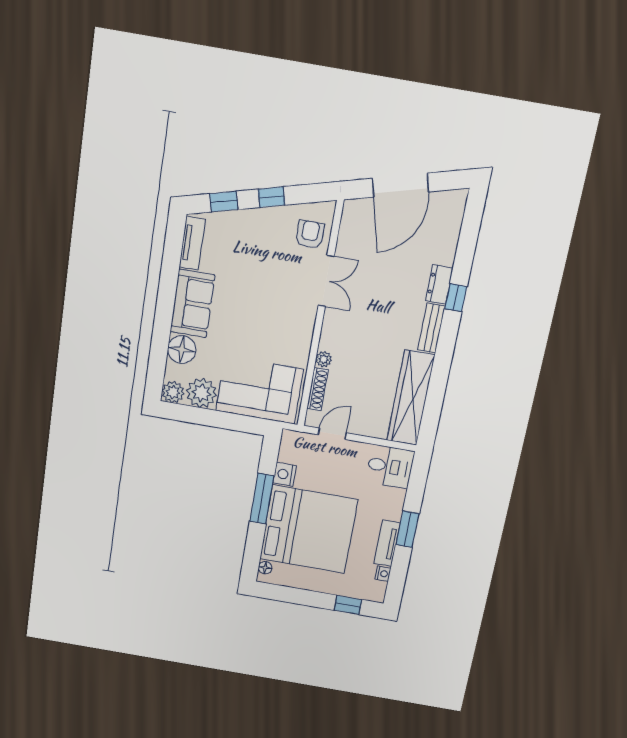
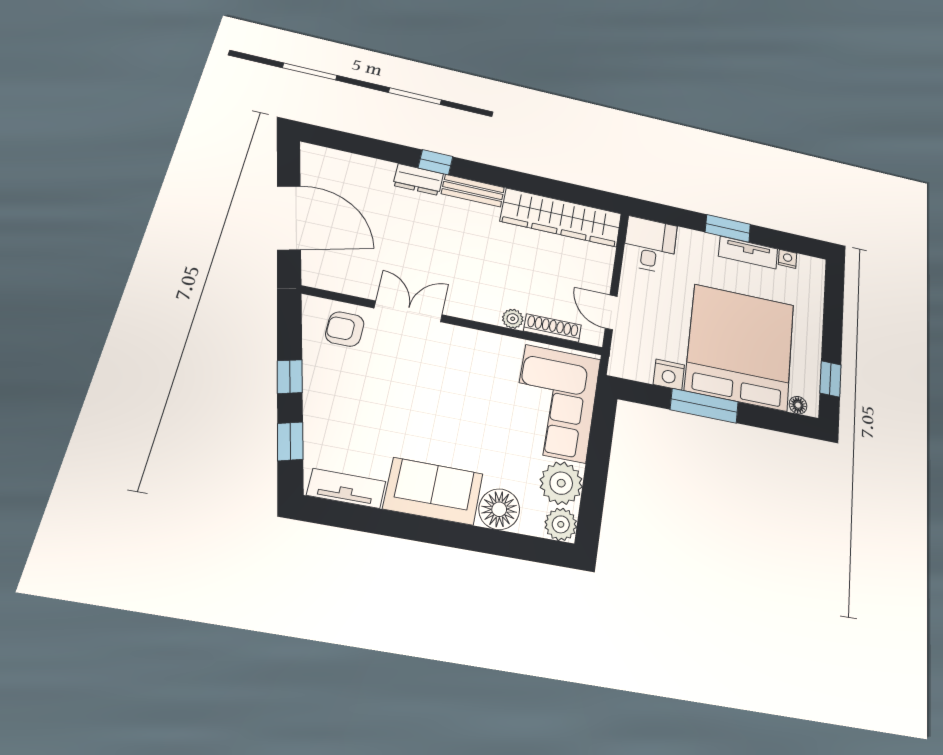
window: (348, 605) -> (830, 379), moved

